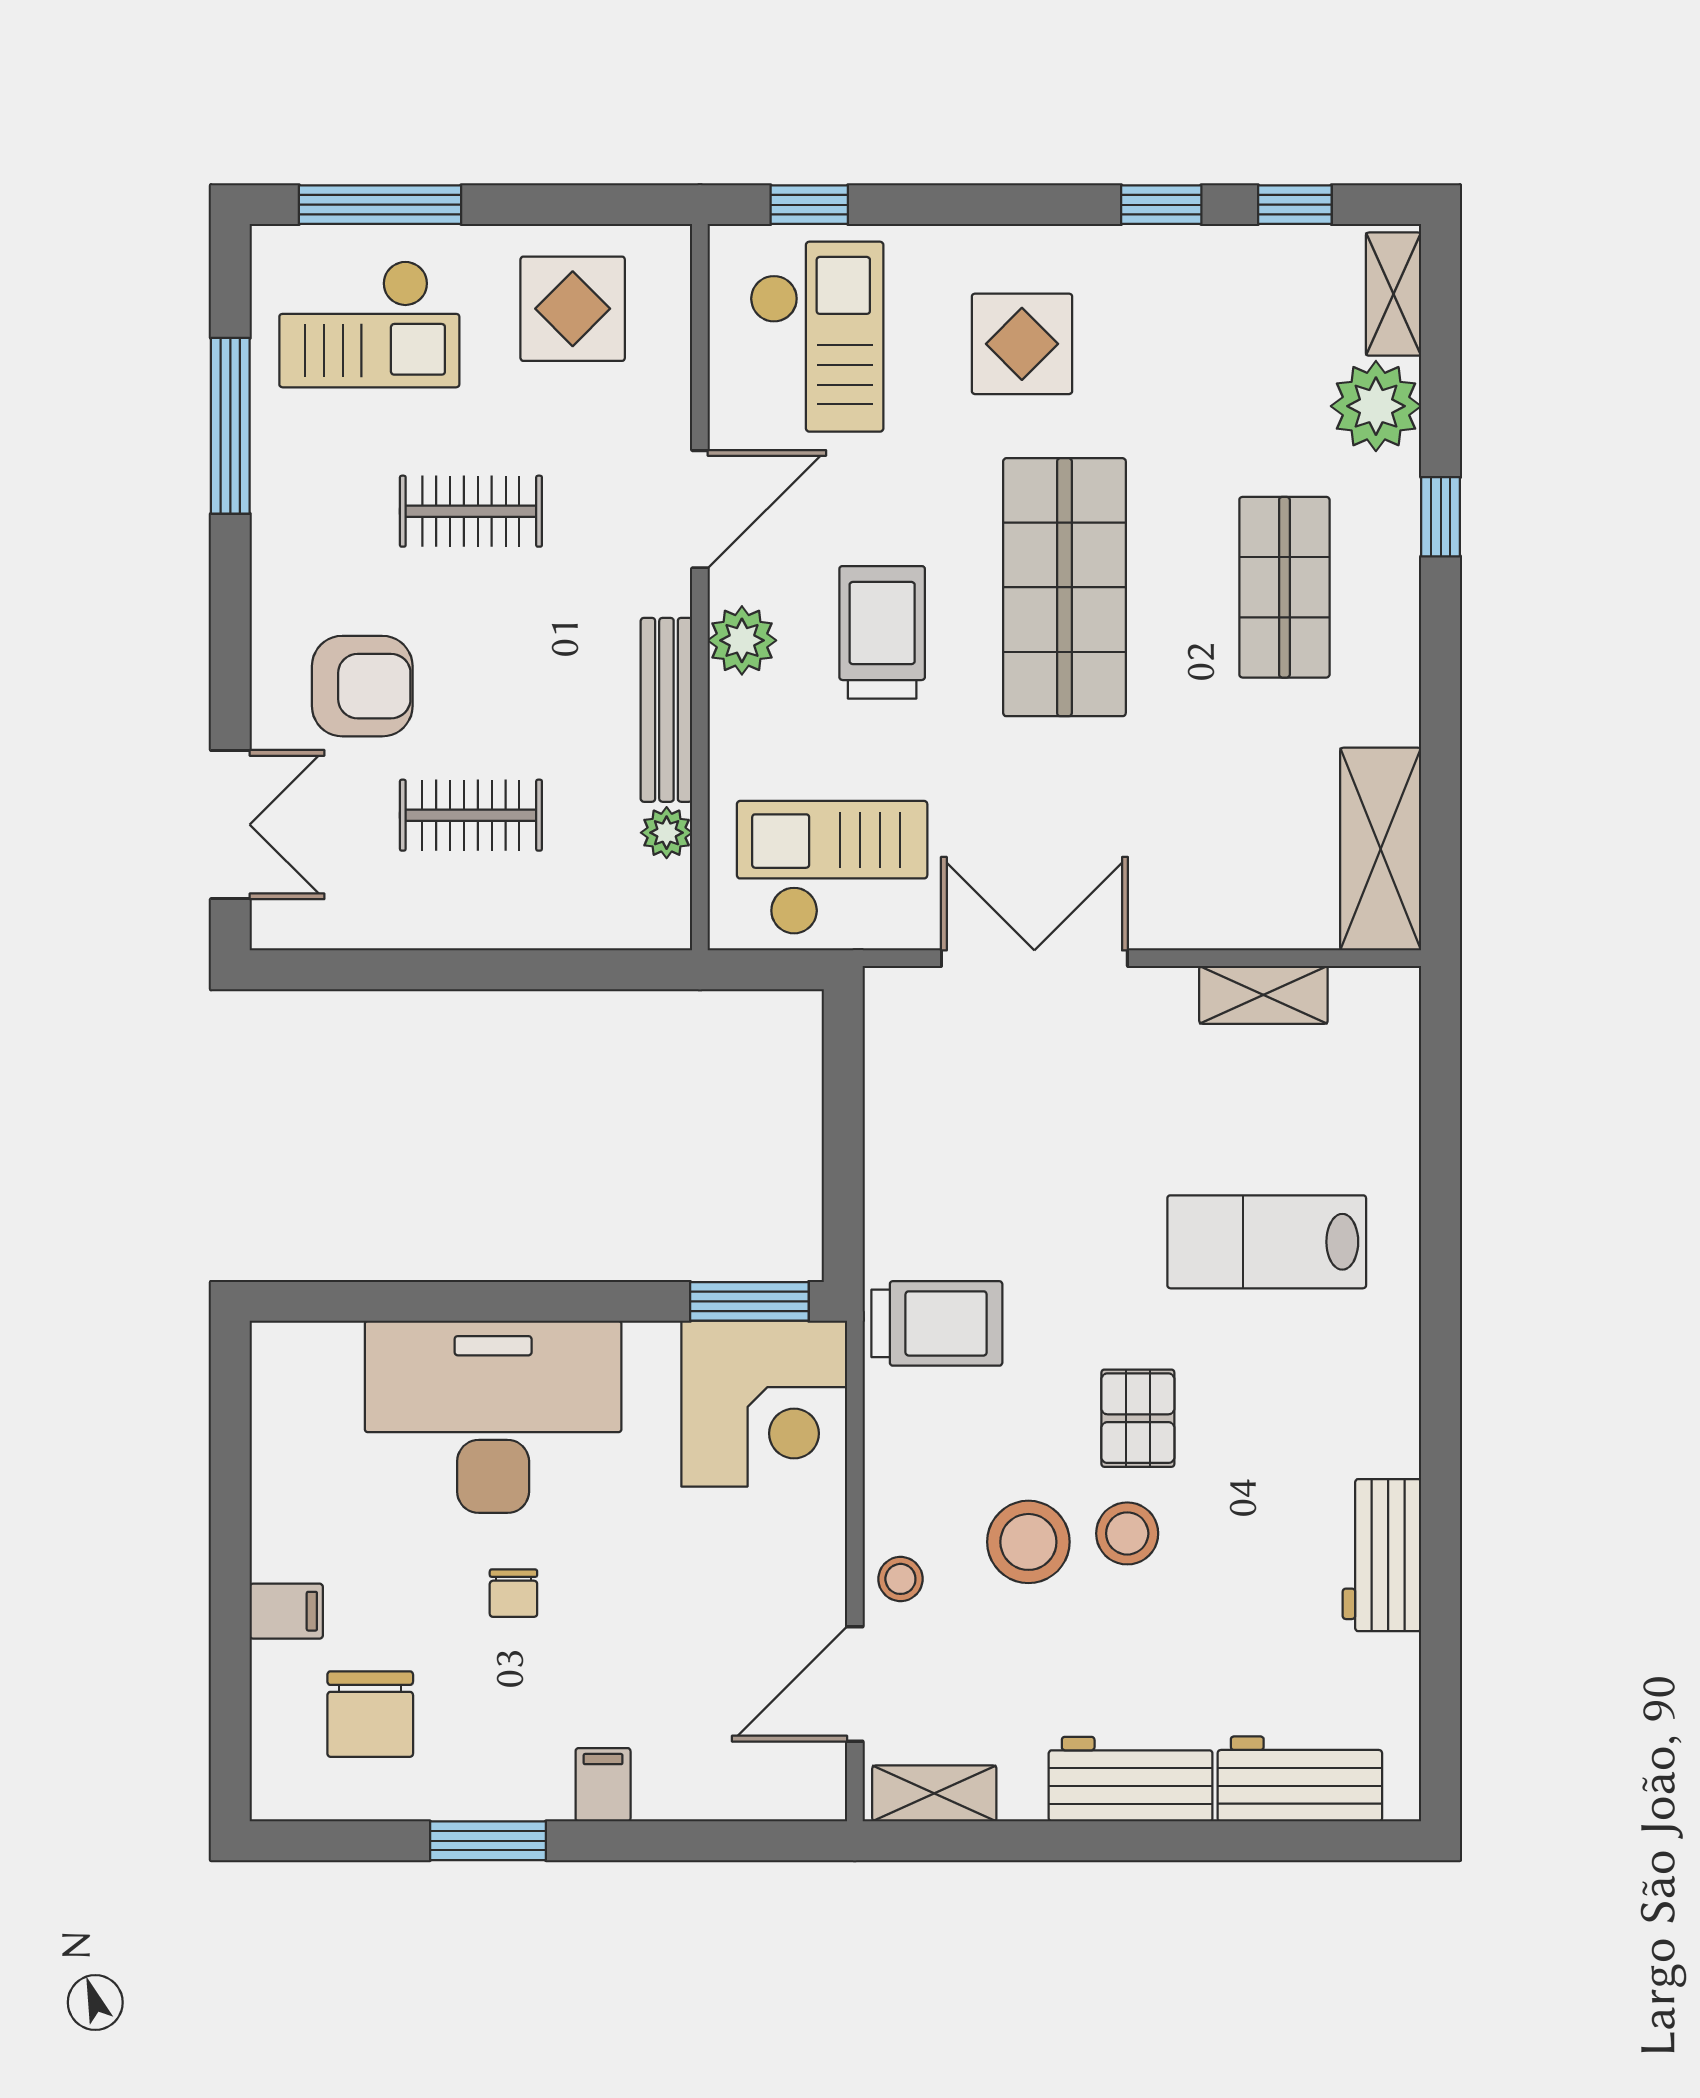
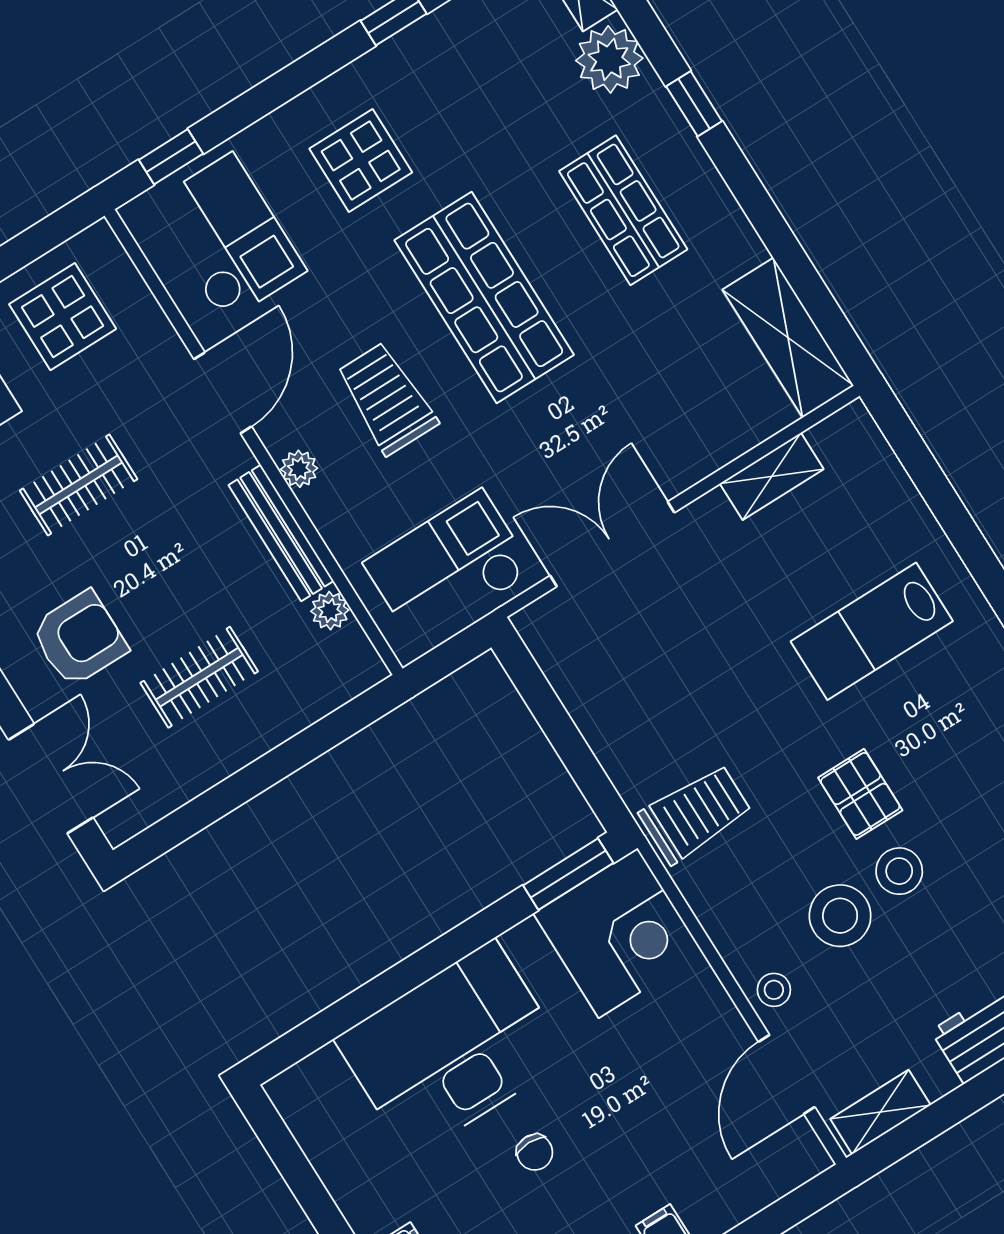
plant: (742, 640) -> (299, 469), width x0.73, depth x0.73

